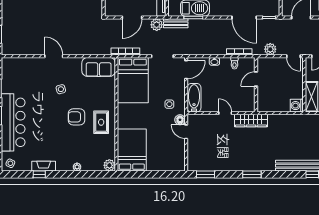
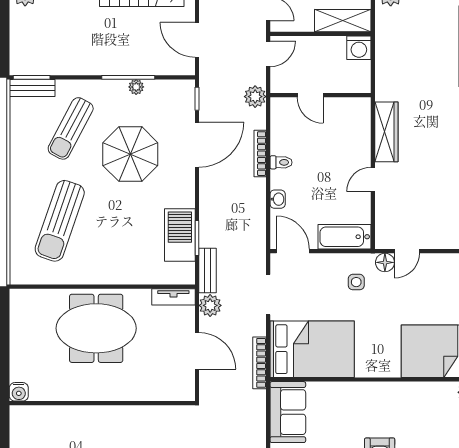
door: (256, 79) -> (310, 95), moved
wall: (256, 85) -> (320, 95), moved
rug: (101, 122) -> (389, 408), removed

